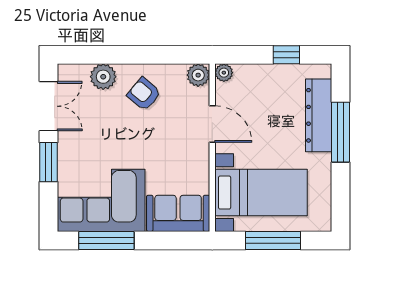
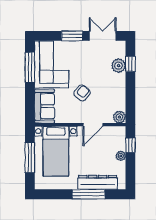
window: (100, 55) -> (130, 64), added
window: (286, 55) -> (130, 145), moved
plant: (224, 73) -> (121, 156), moved
armchair: (144, 94) -> (82, 93), moved
double door: (48, 106) -> (103, 36), swing flipped

